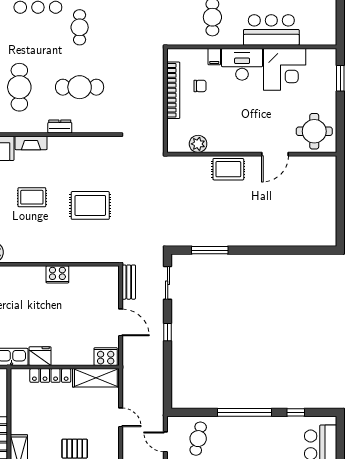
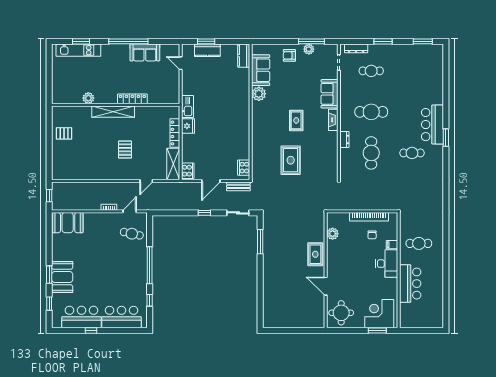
corner desk: (285, 69) -> (379, 314), moved, turned 90
cooker: (57, 274) -> (244, 168), moved

